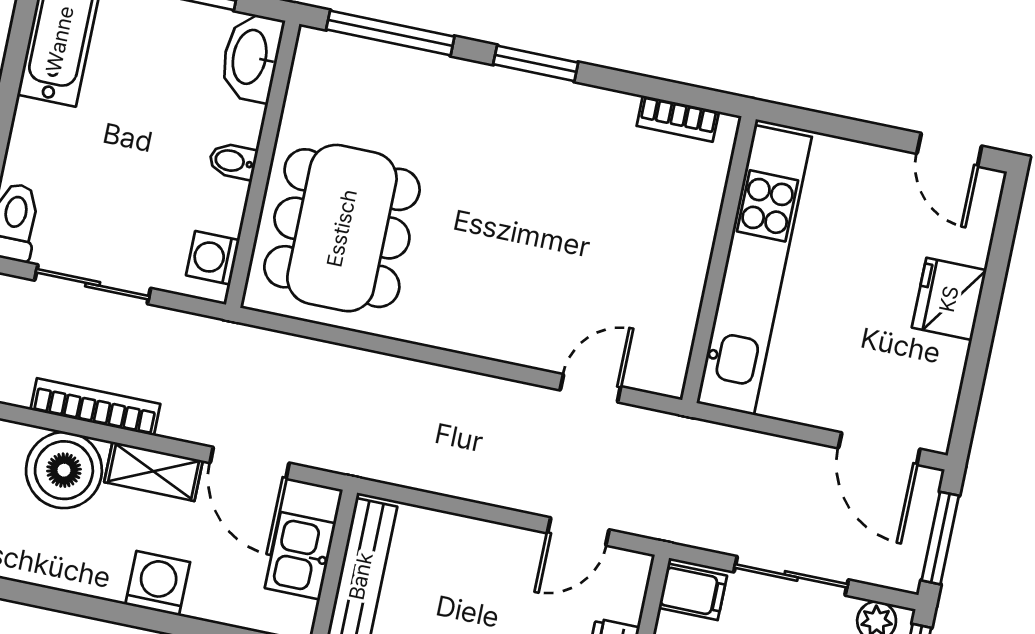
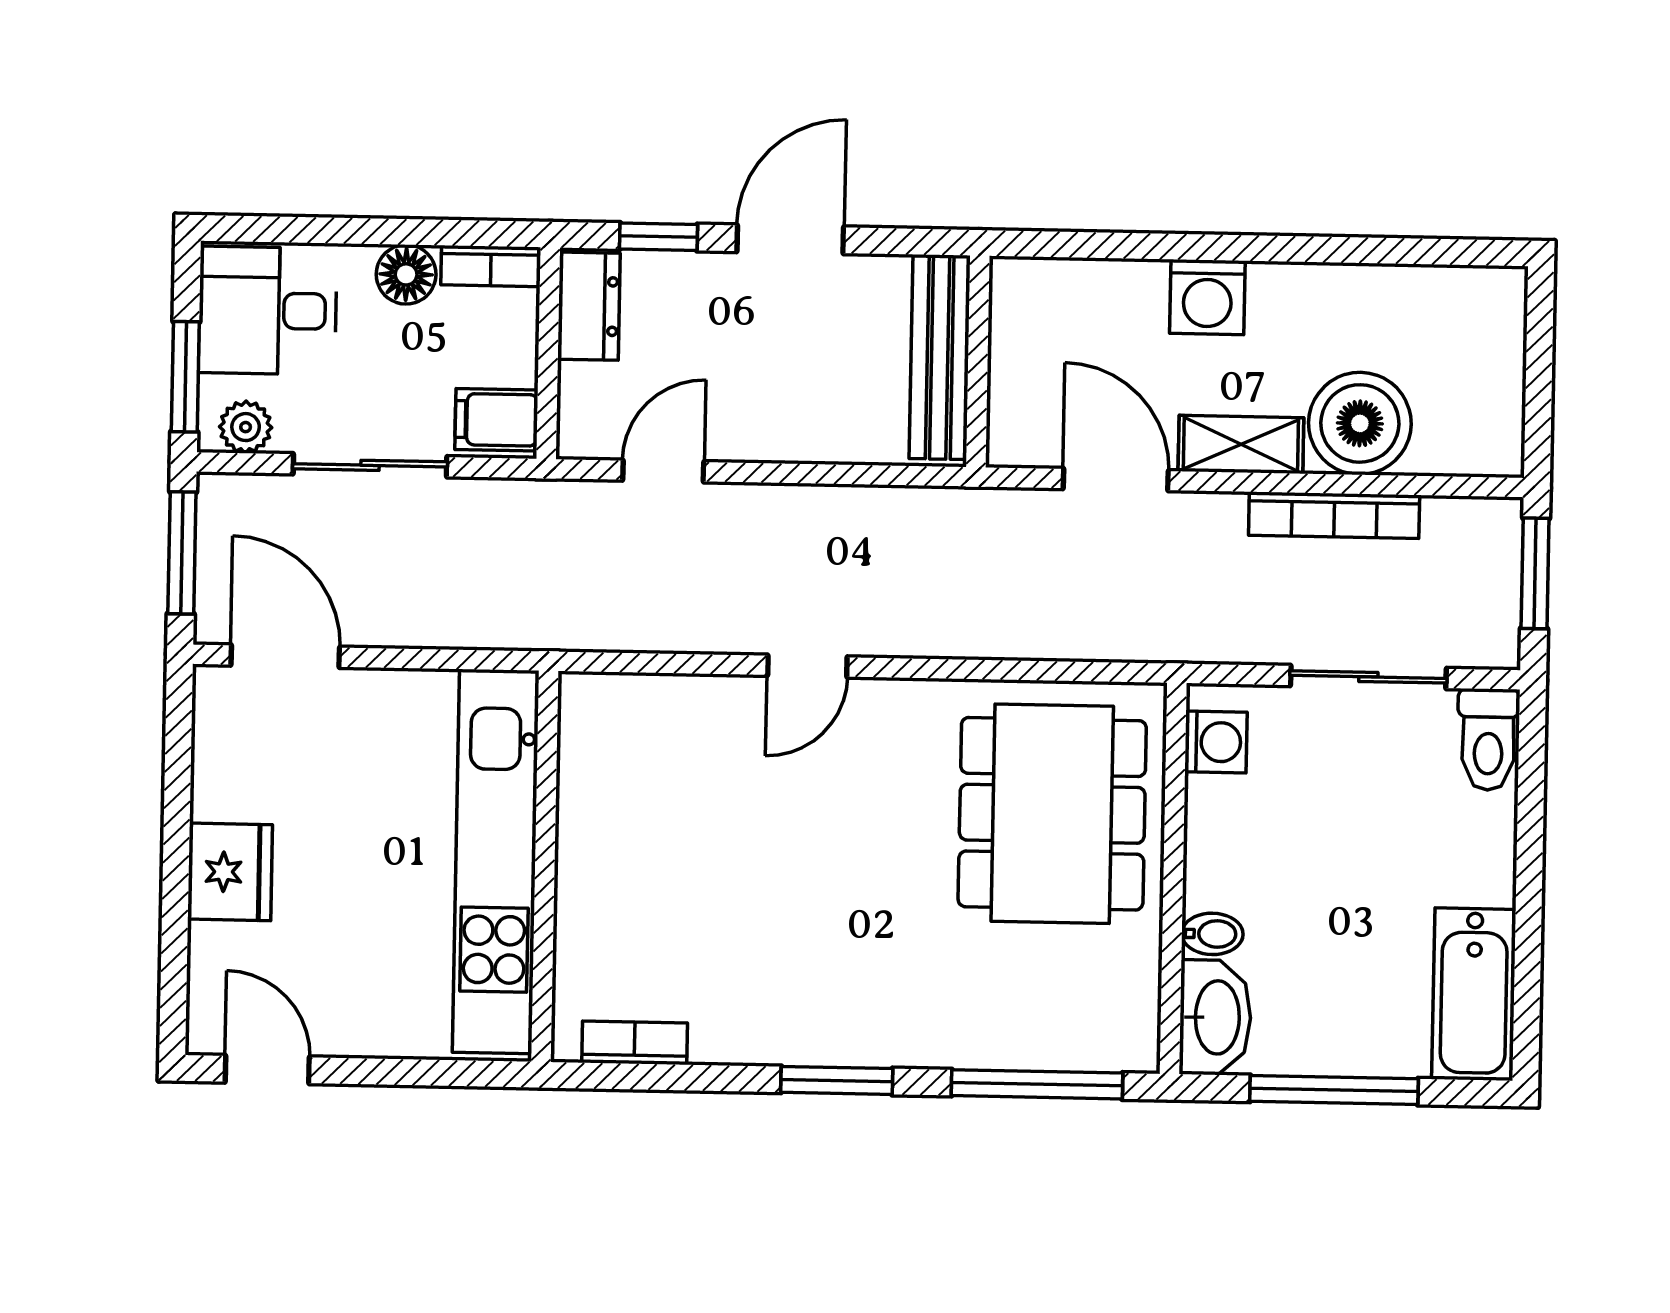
bidet: (233, 161) -> (1212, 934), moved
door: (590, 388) -> (807, 666), moved
kitchen sink: (300, 556) -> (1025, 369), removed

